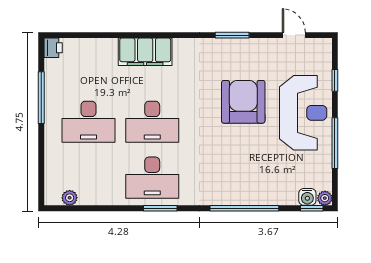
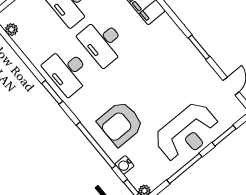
window: (335, 80) -> (224, 136), width x1.50
armchair: (243, 102) -> (120, 123), moved, turned 180
water cooler: (307, 197) -> (124, 165), moved

